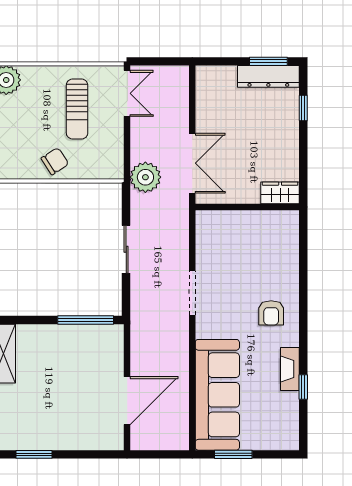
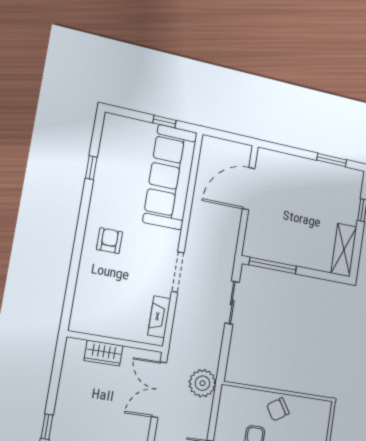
wardrobe: (280, 193) -> (104, 353), moved
sliding door: (126, 249) -> (232, 303), moved
fireplace: (290, 369) -> (159, 317), moved, turned 180
window: (233, 454) -> (164, 122), width x0.67

